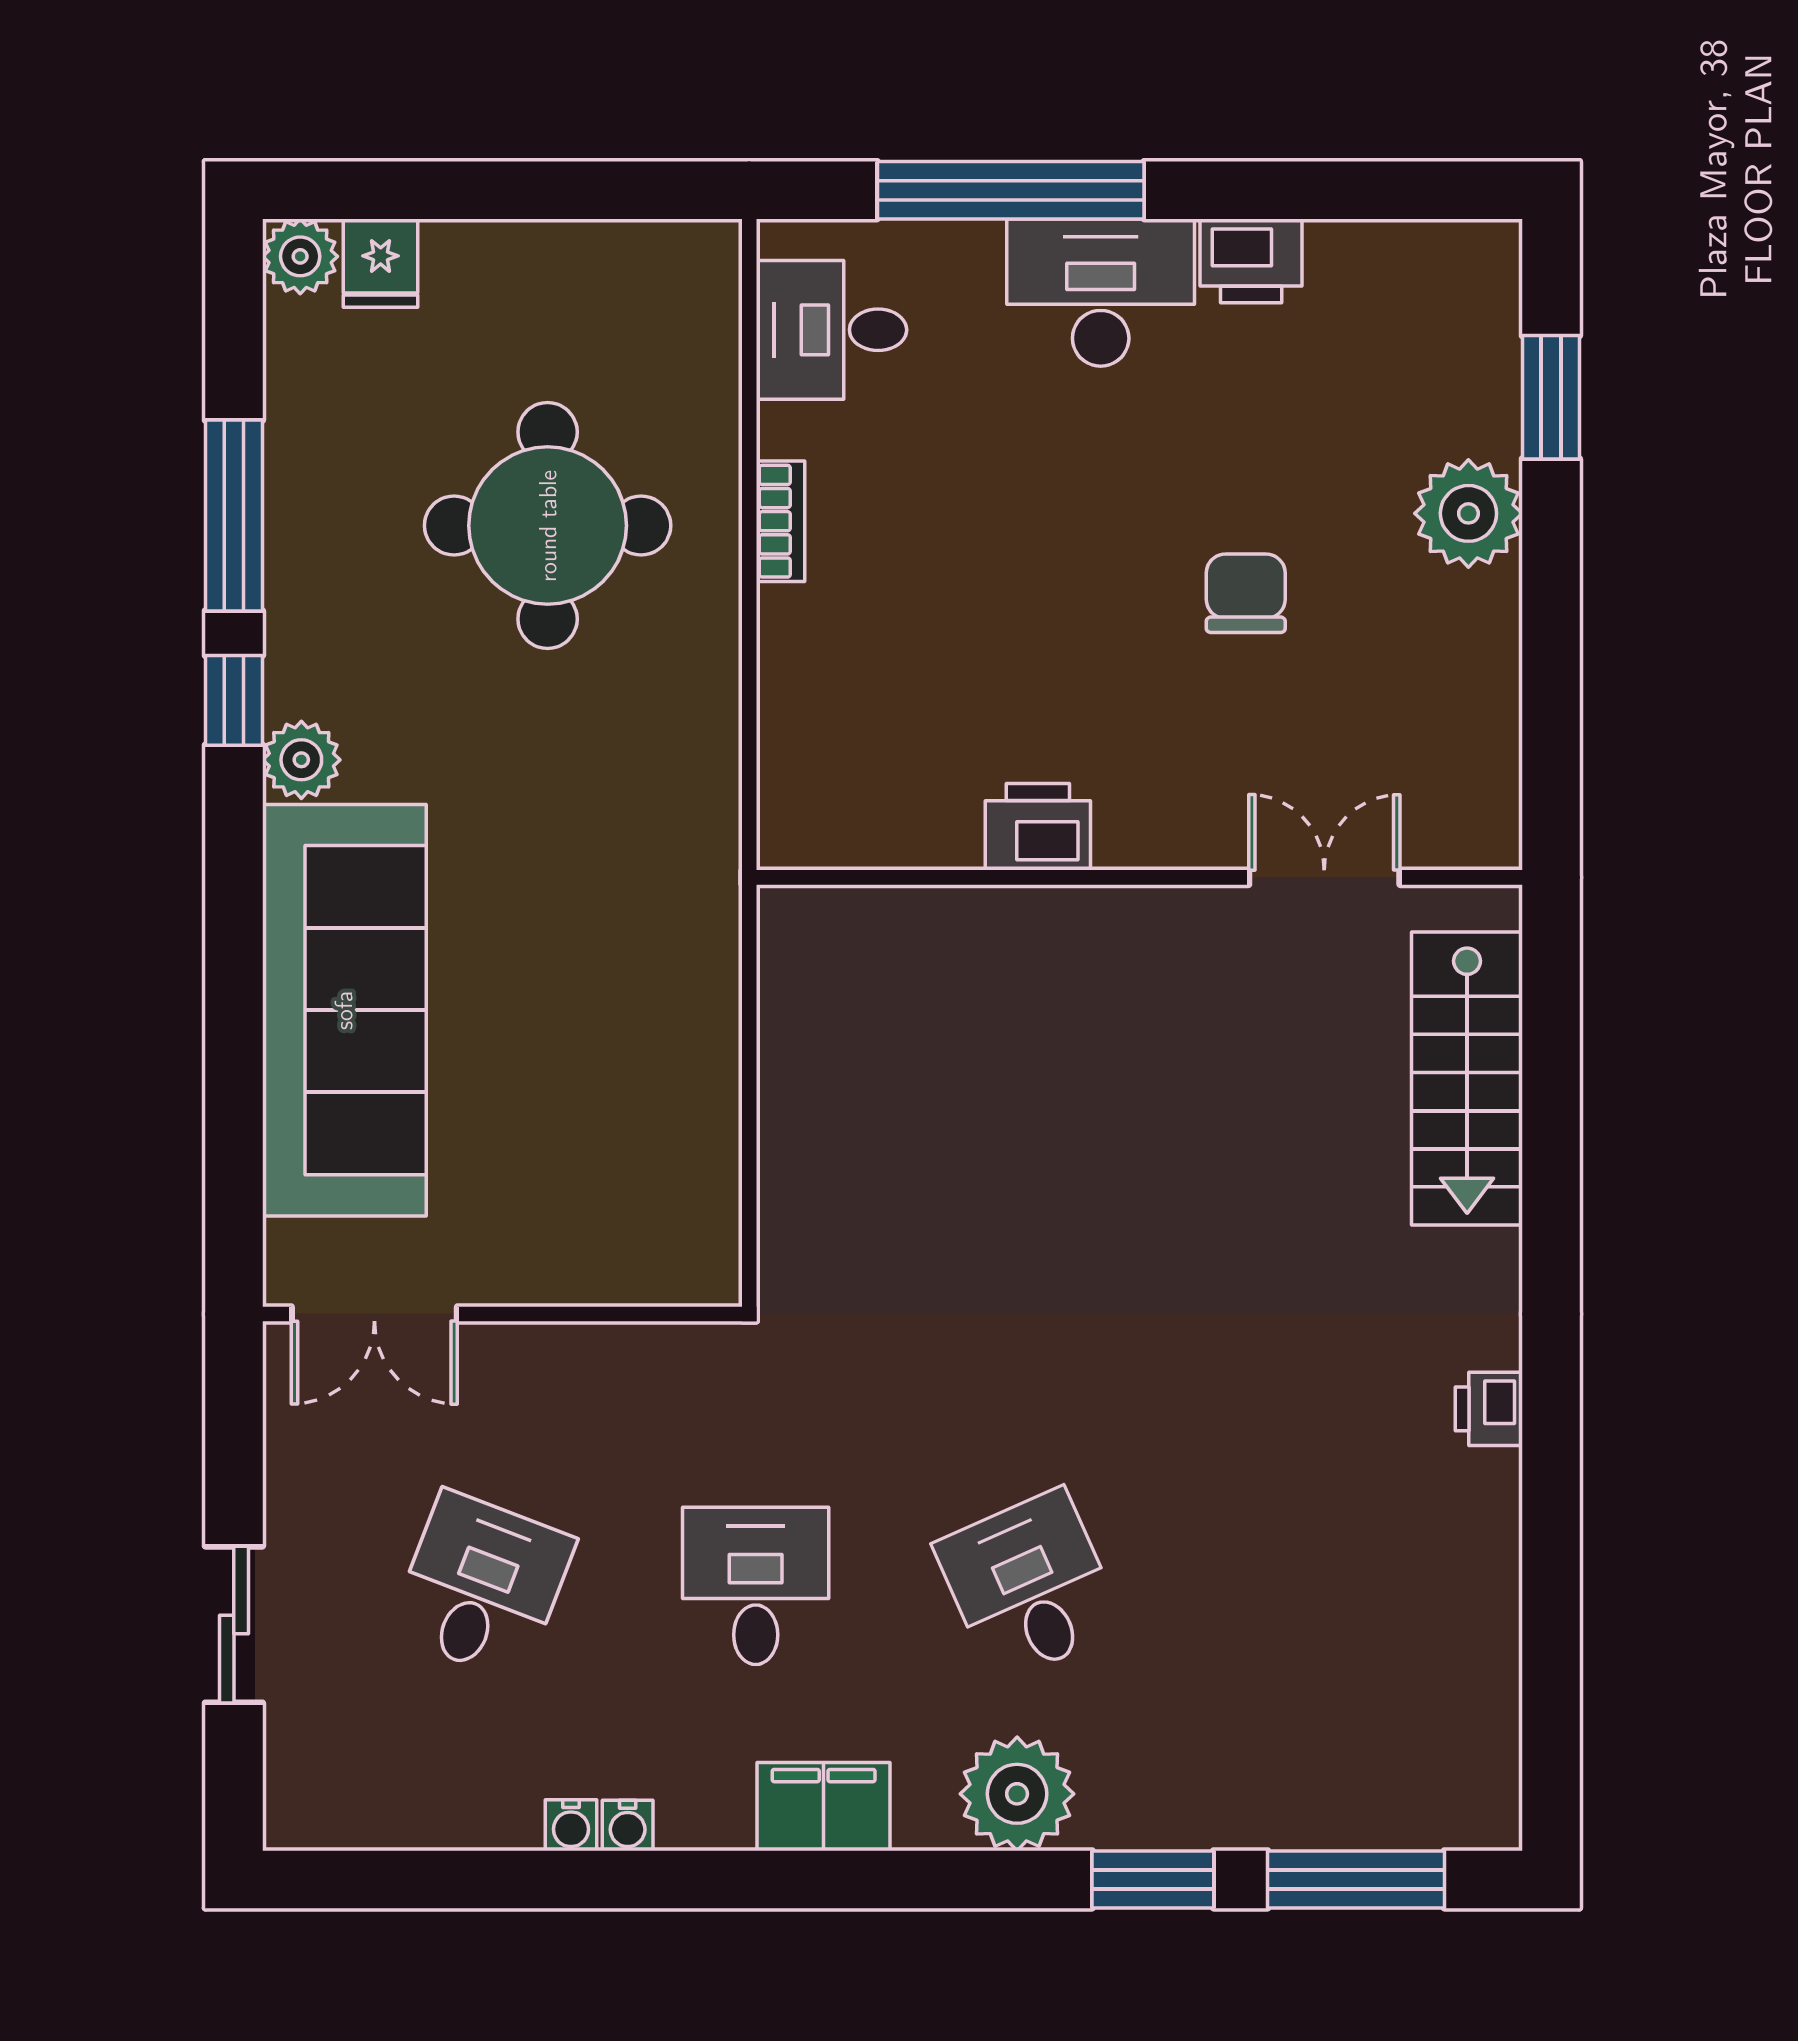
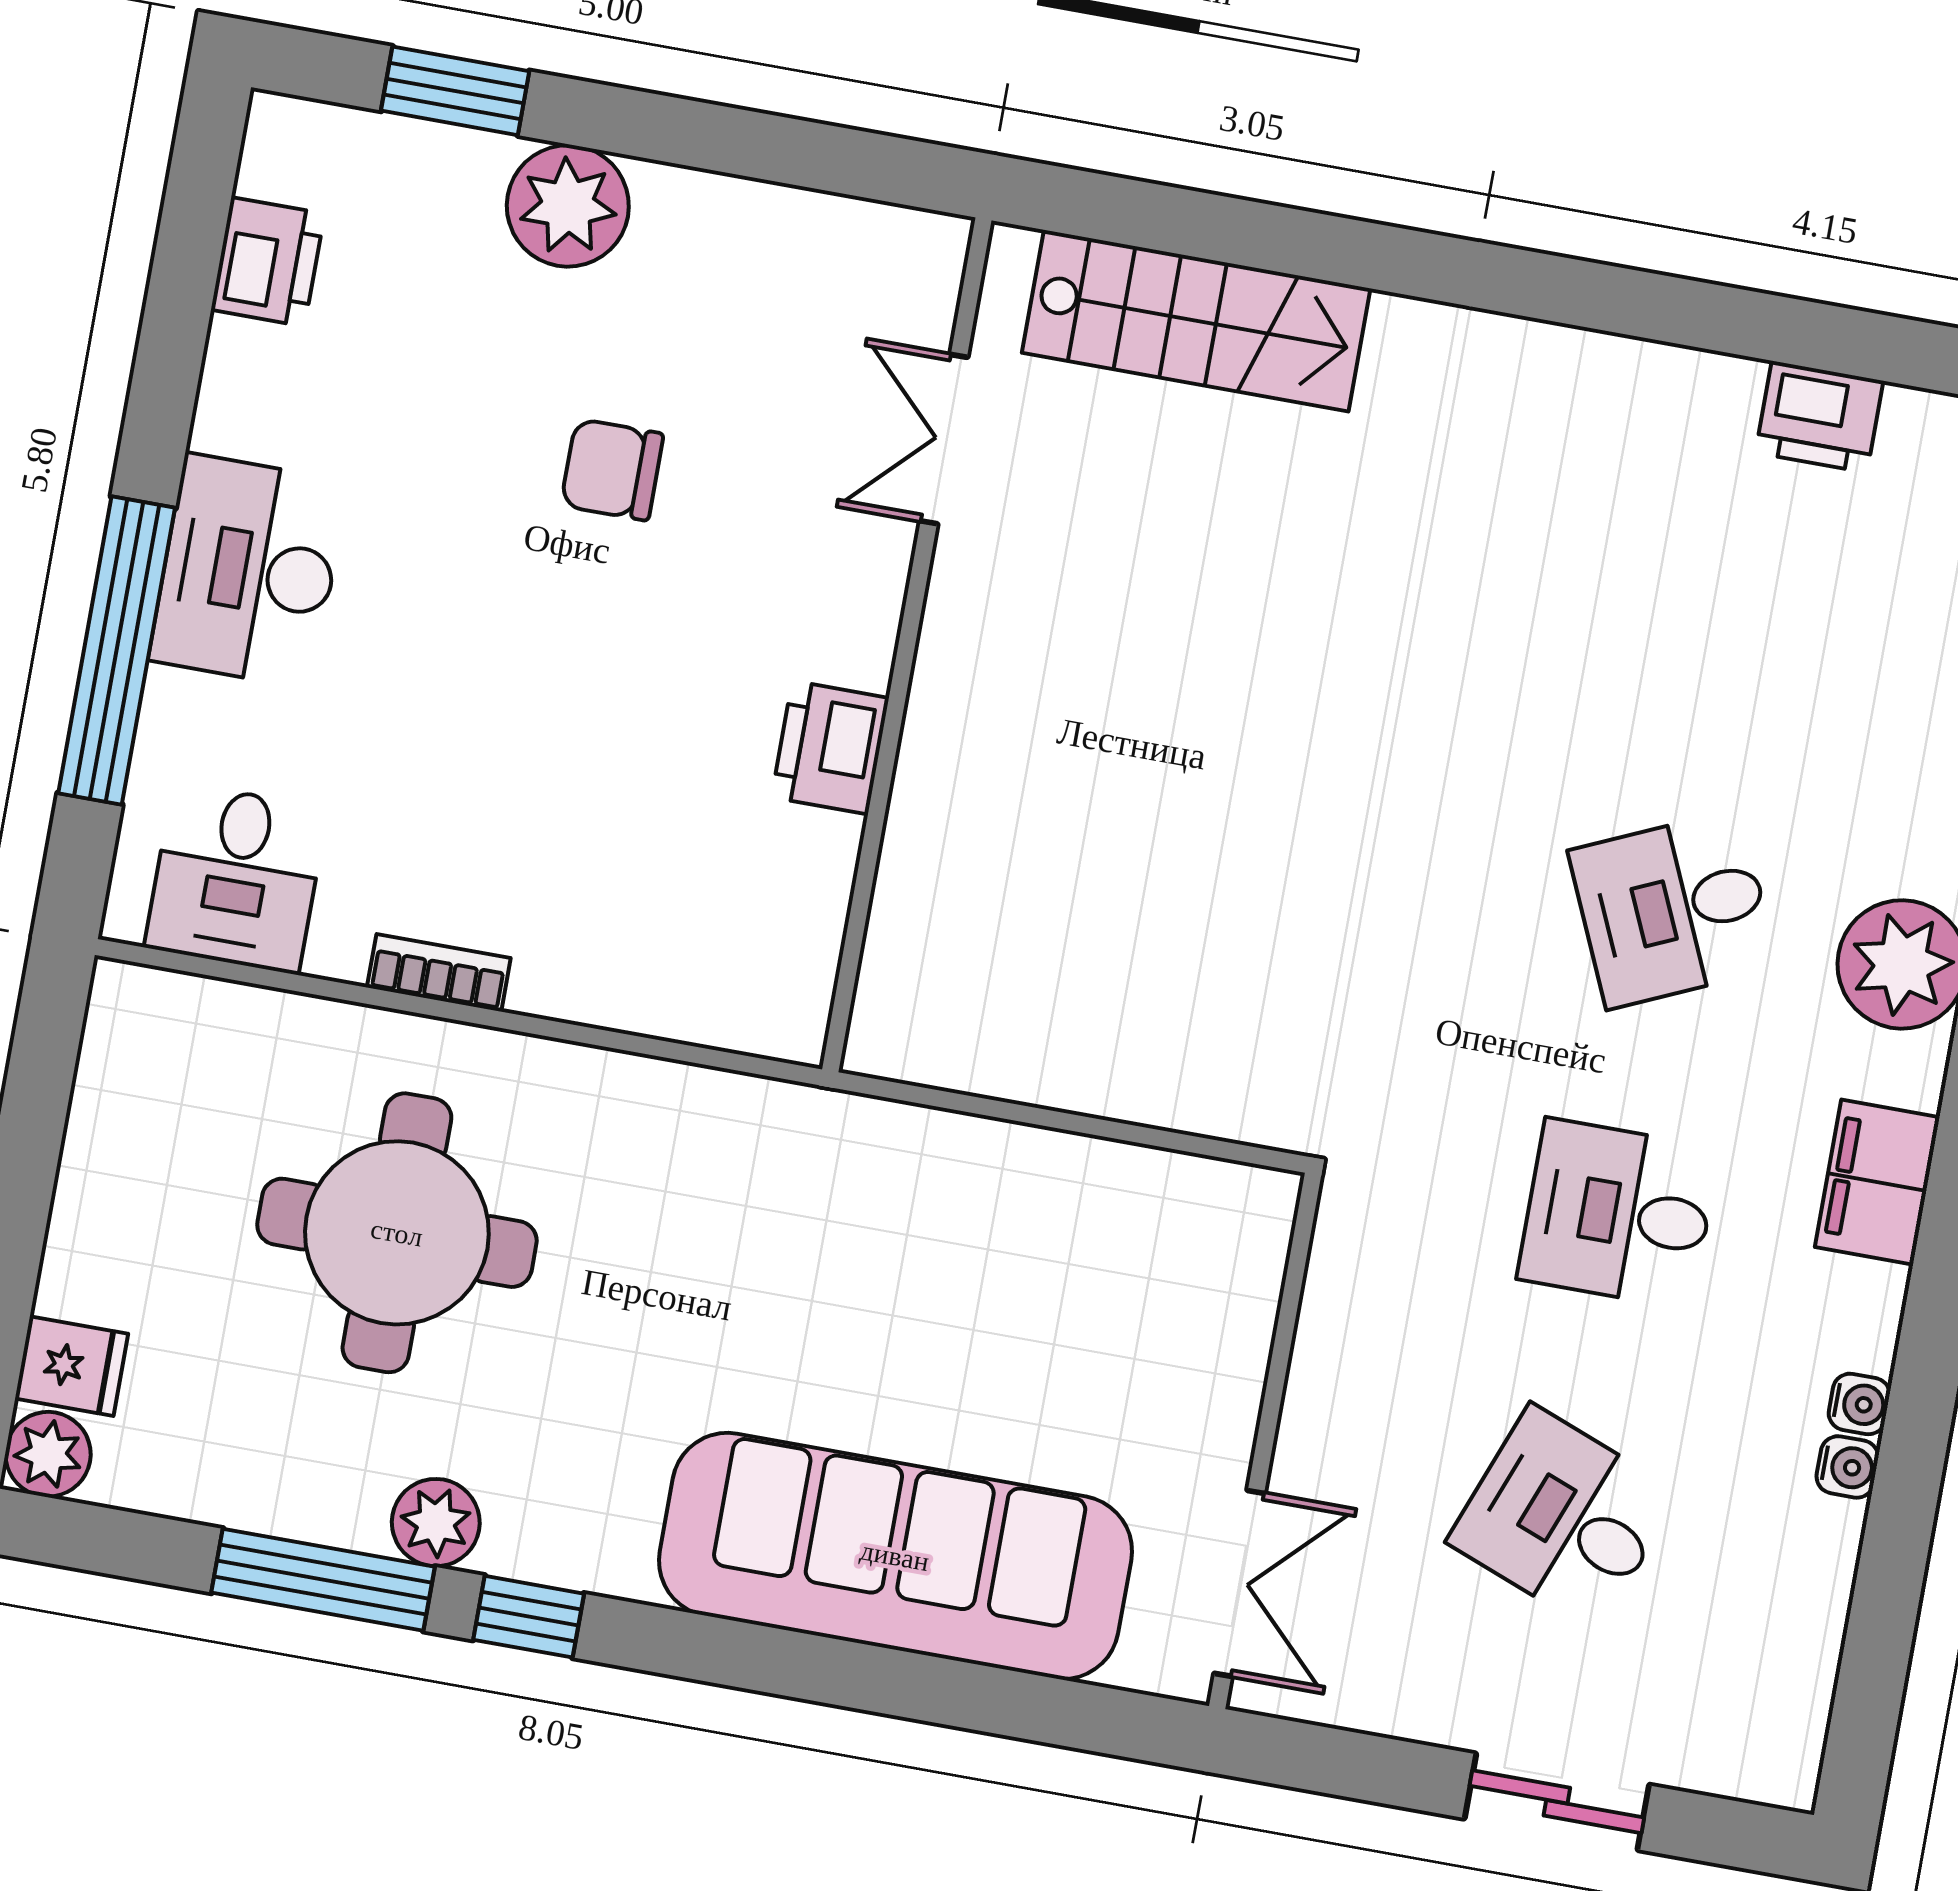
printer: (1251, 261) -> (268, 262), moved
plant: (301, 760) -> (436, 1523), moved
printer: (1489, 1409) -> (1819, 417), moved, width x1.36, depth x1.24

